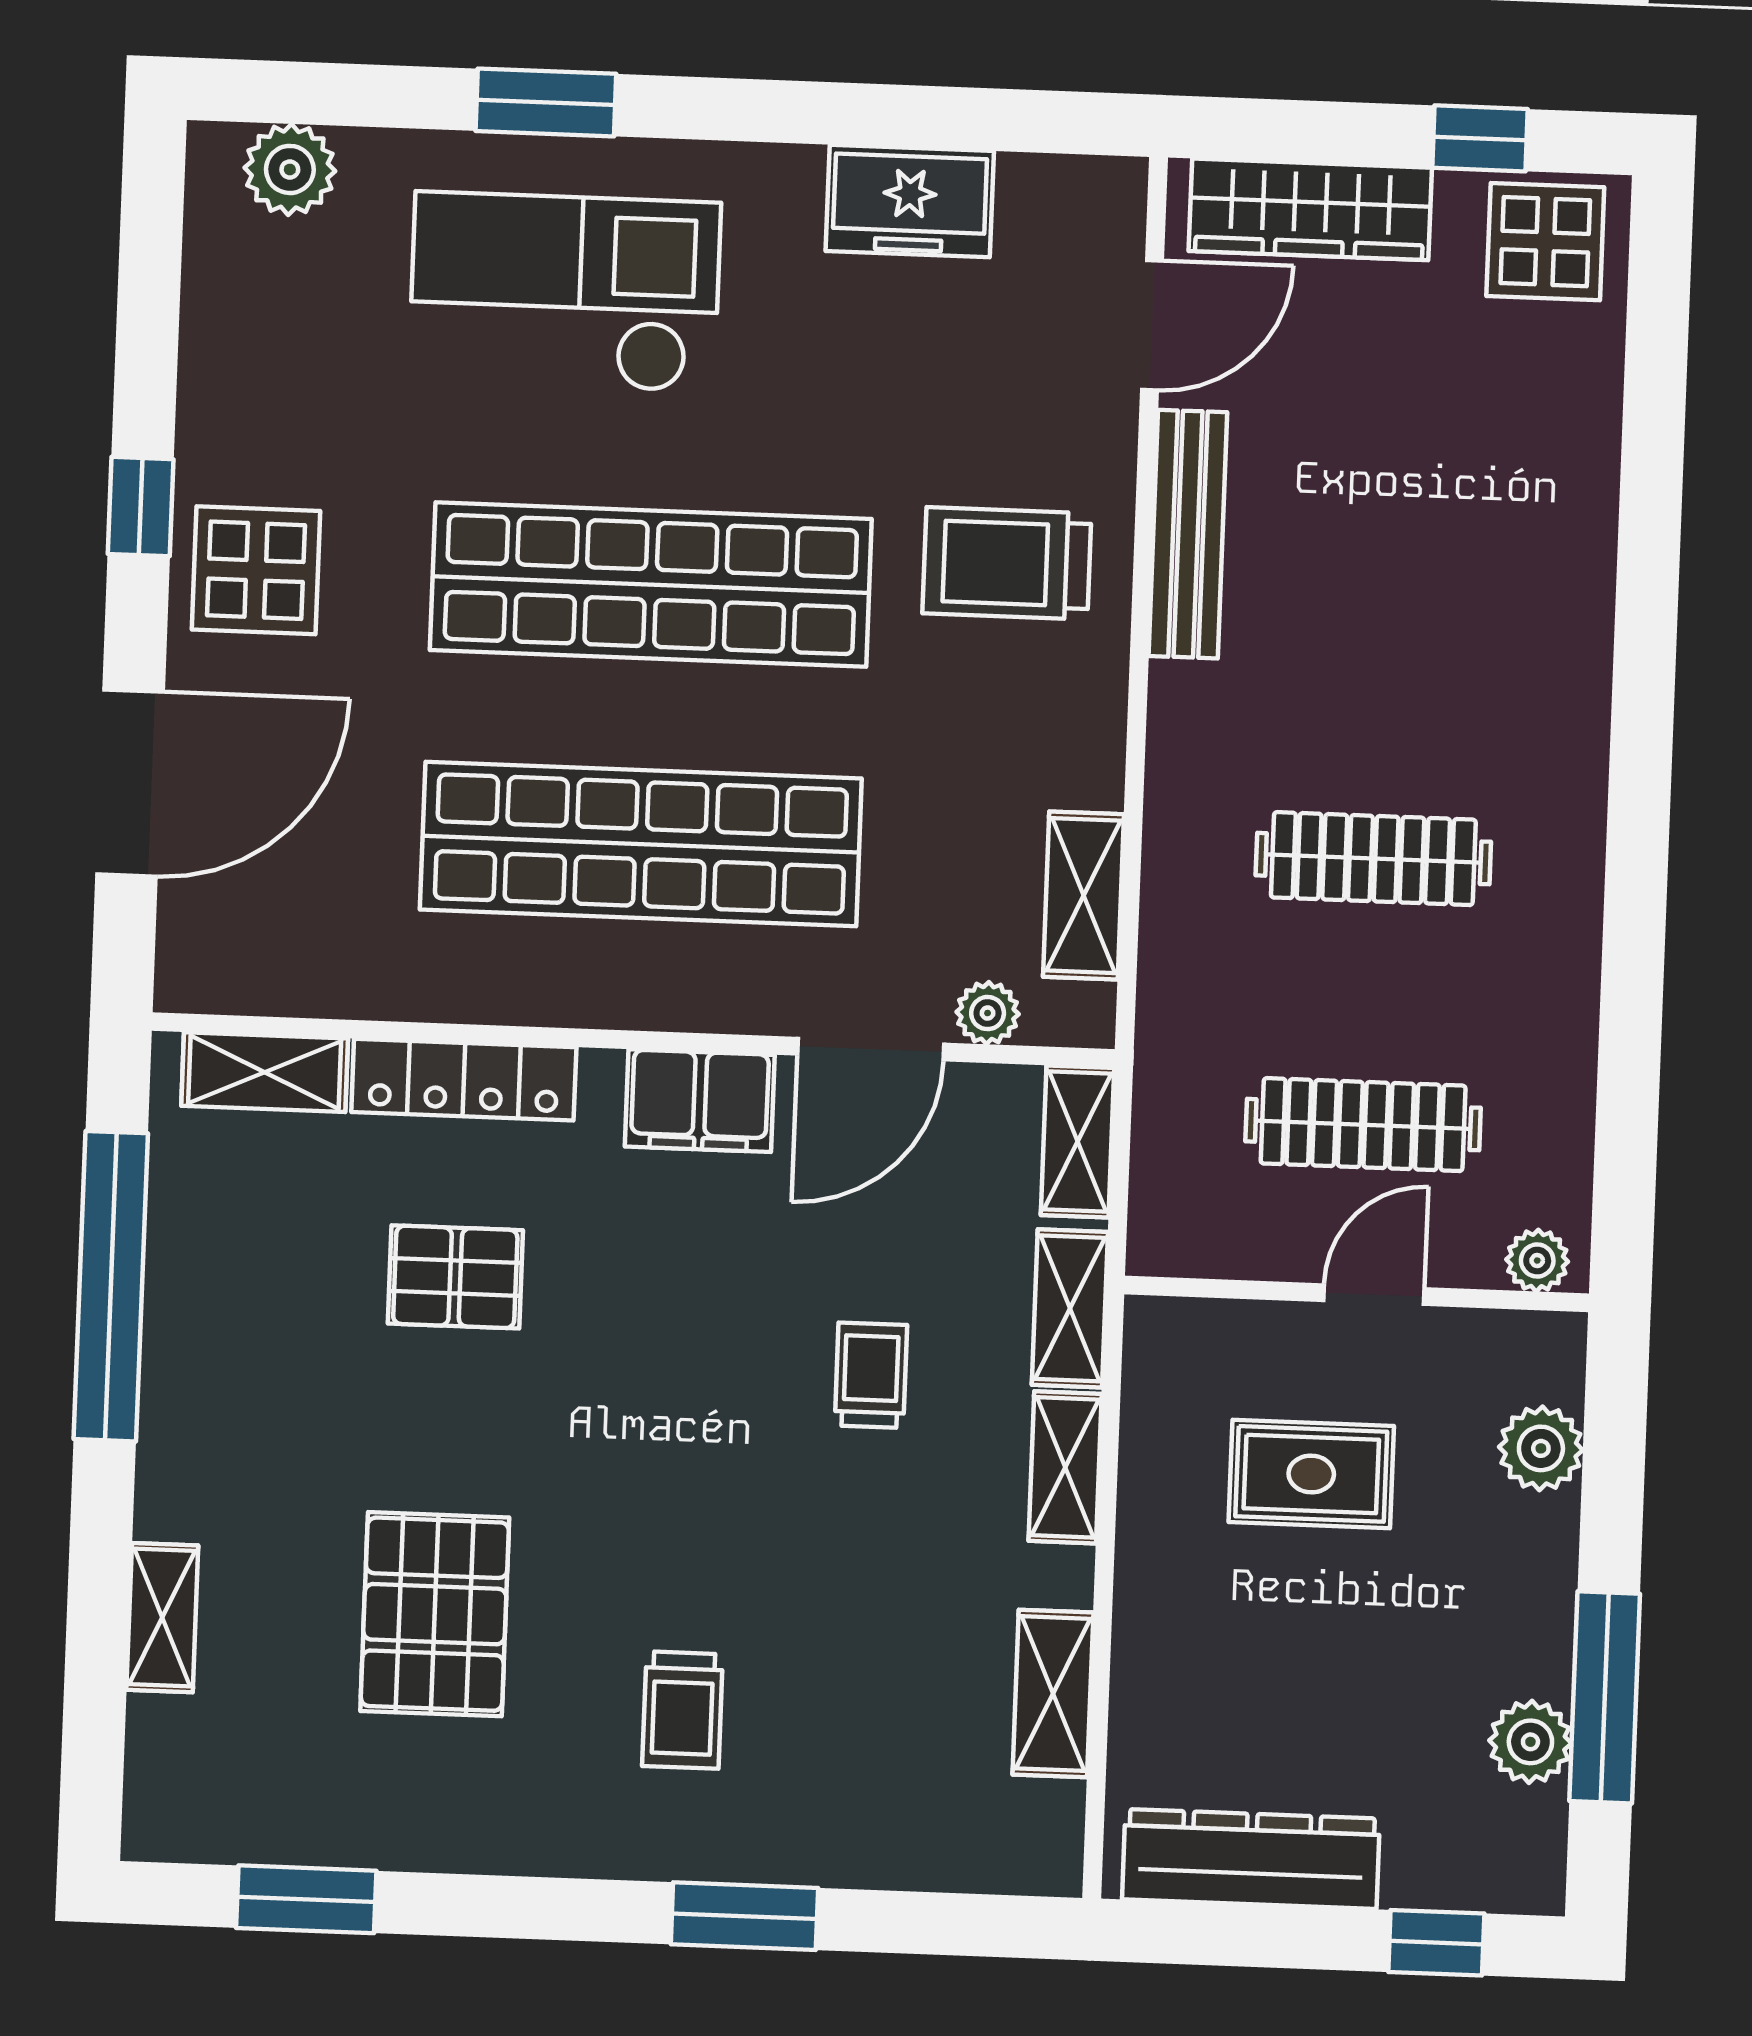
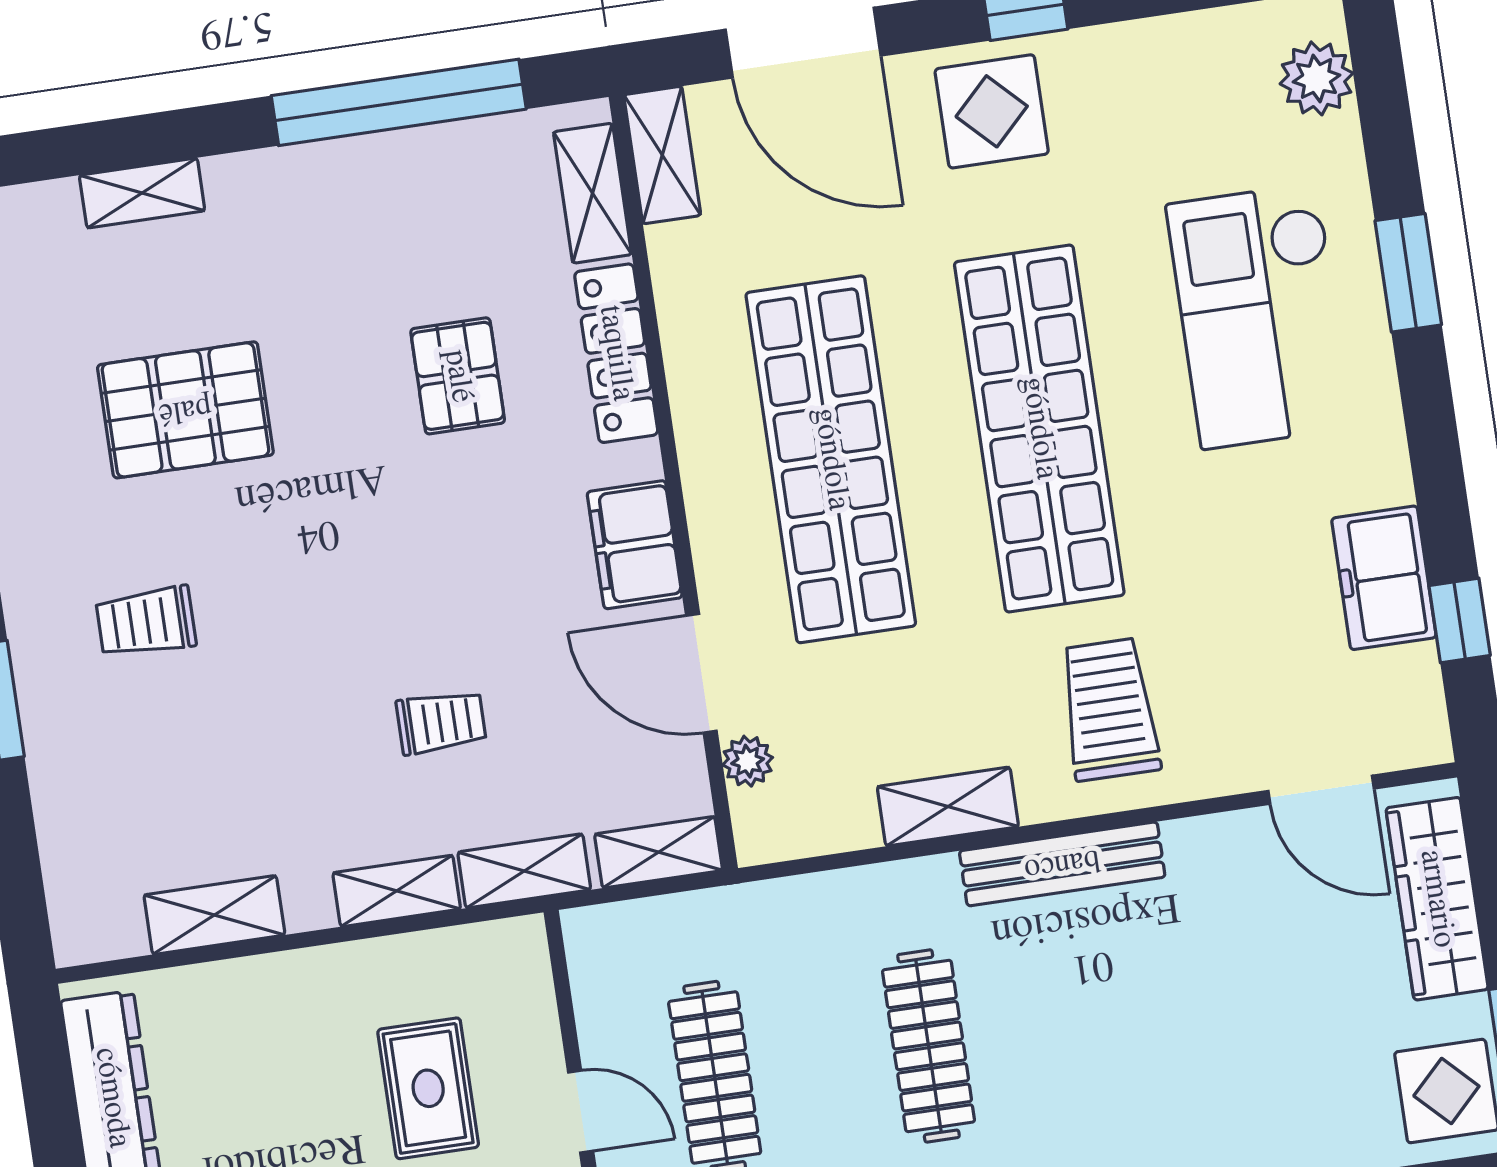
window: (979, 119) -> (1460, 620), added
checkout: (565, 292) -> (1260, 316), turned 180
bench: (1188, 534) -> (1062, 864), moved
shelving: (1084, 896) -> (948, 807), moved
shelving: (234, 979) -> (662, 155), added

